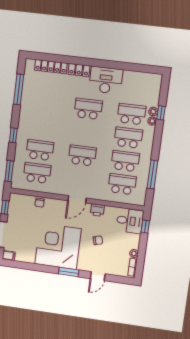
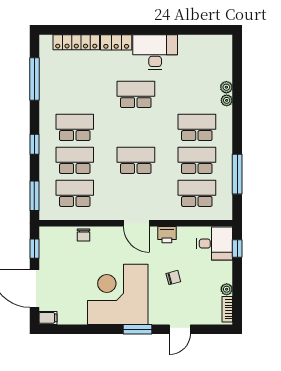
window: (161, 113) -> (237, 88), removed
school desk: (131, 114) -> (75, 127), moved
door: (77, 199) -> (136, 223), hinge flipped

